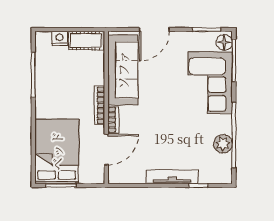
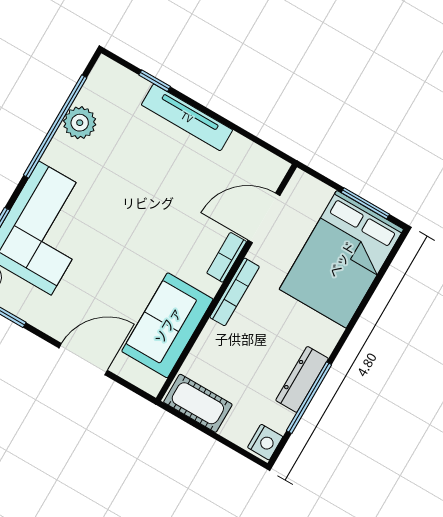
nightstand: (60, 38) -> (265, 442), moved, turned -90
sofa: (123, 70) -> (167, 325), width x0.73
dresser: (42, 82) -> (302, 379), added

